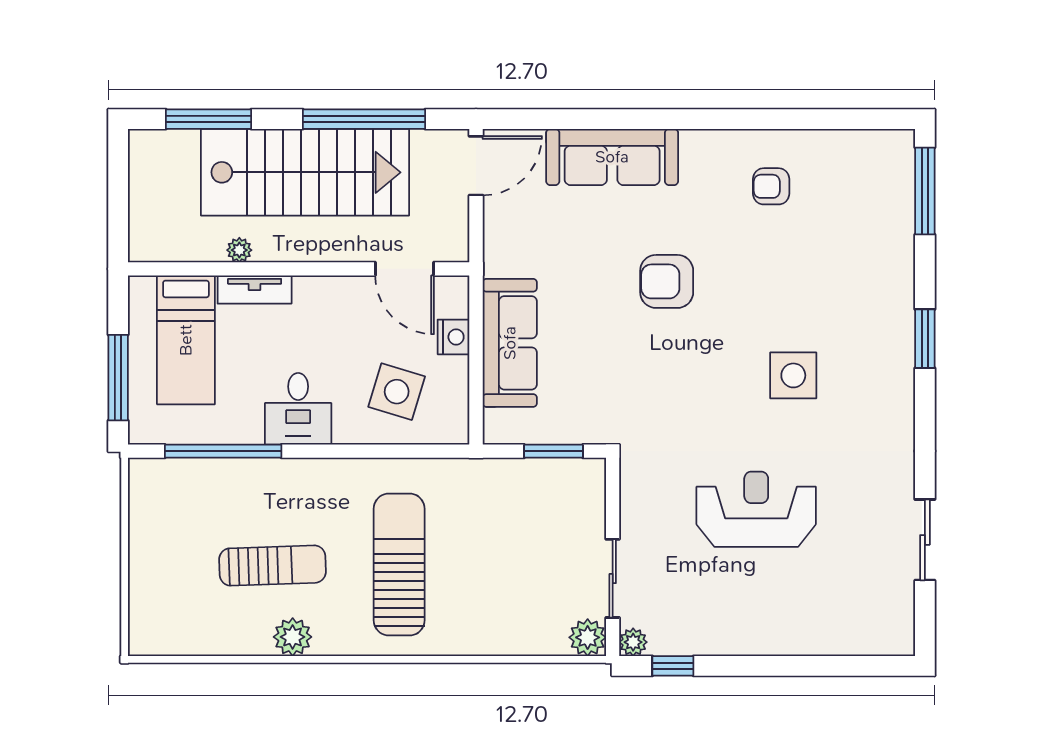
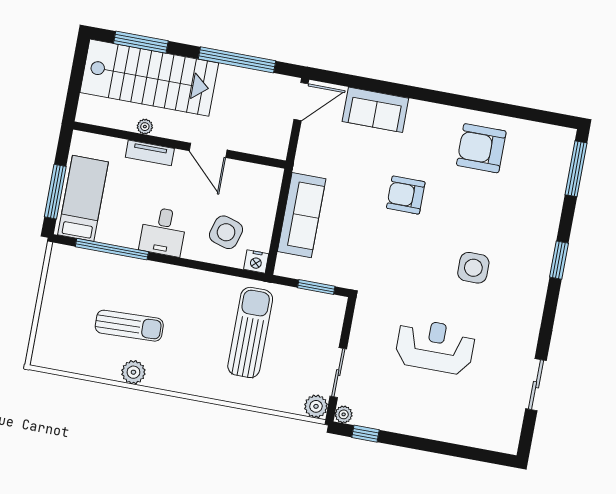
sofa: (612, 157) -> (375, 110), width x0.73
stairs: (305, 172) -> (149, 78), moved
armchair: (771, 186) -> (481, 148), width x1.88, depth x1.88
door: (405, 269) -> (208, 150), moved
nightstand: (454, 337) -> (256, 262), moved, turned 90
bed: (186, 340) -> (83, 198), moved, turned 180
sun lounger: (399, 565) -> (250, 332), moved

